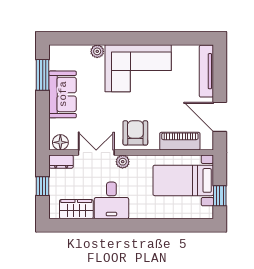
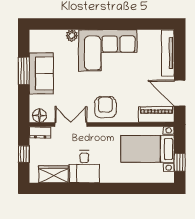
window: (43, 75) -> (24, 71), moved
piano: (180, 141) -> (156, 114), moved
plant: (123, 162) -> (94, 133), removed

